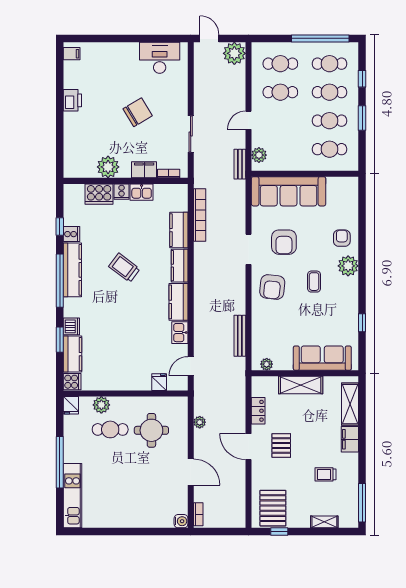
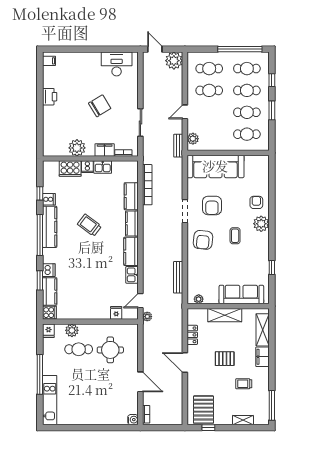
plant: (200, 422) -> (147, 317), moved
pallet: (281, 445) -> (225, 359), moved, turned 90

